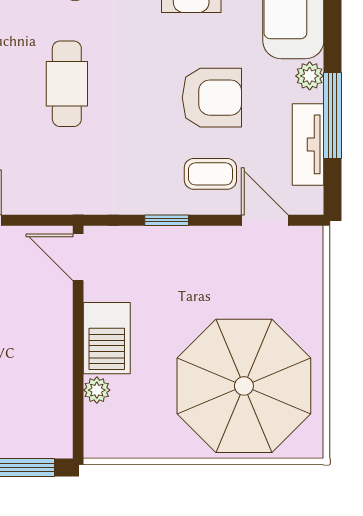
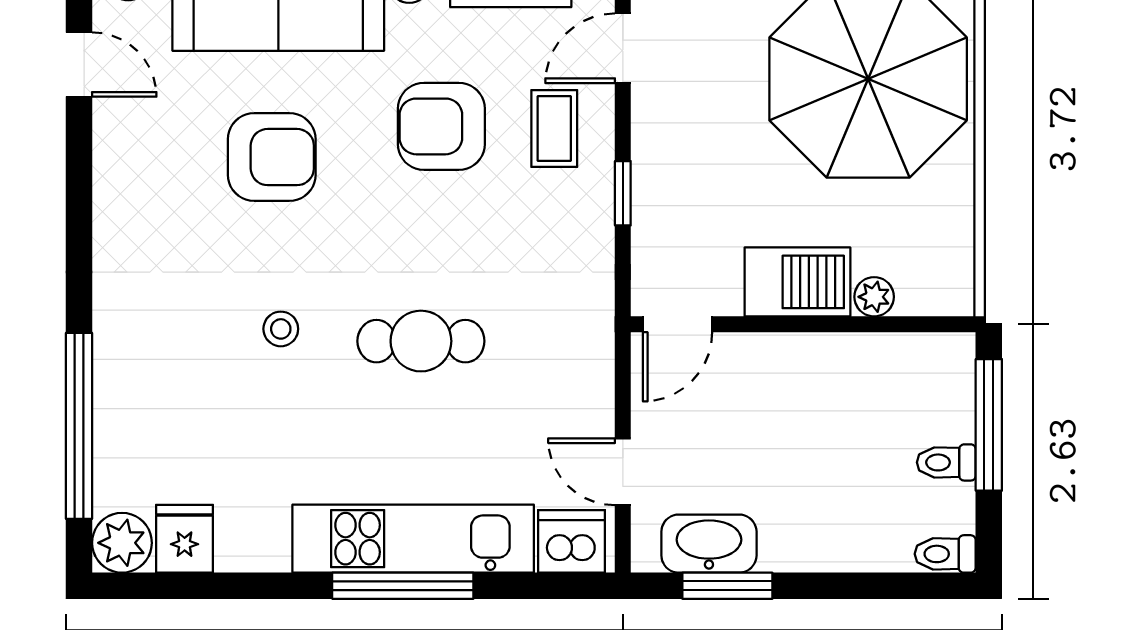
armchair: (212, 98) -> (441, 126), turned -90

